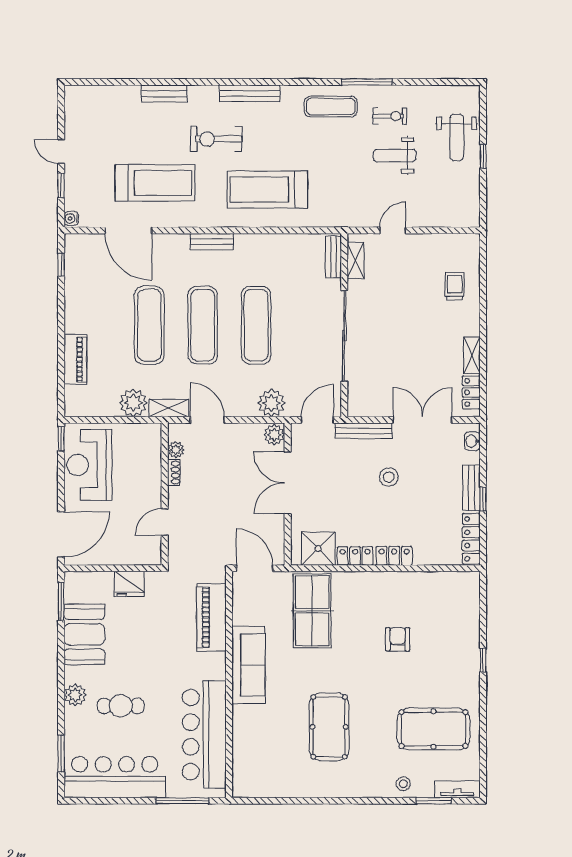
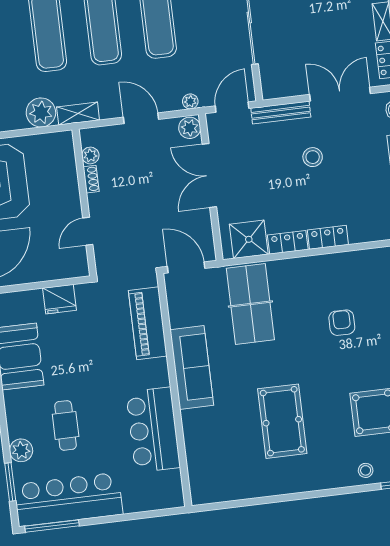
plant: (271, 403) -> (190, 101), width x0.53, depth x0.53
door: (207, 420) -> (141, 118), moved
plant: (75, 695) -> (21, 450), moved
cafe table: (121, 706) -> (66, 425), turned 90
bar counter: (204, 735) -> (153, 430), width x0.73
window: (182, 801) -> (52, 526), moved

